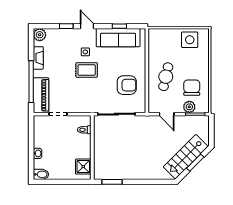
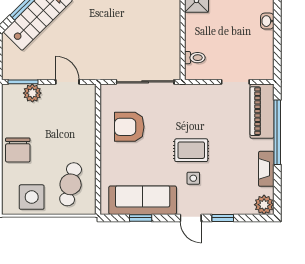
cafe table: (166, 77) -> (71, 184), moved
chair: (192, 88) -> (18, 150), moved

